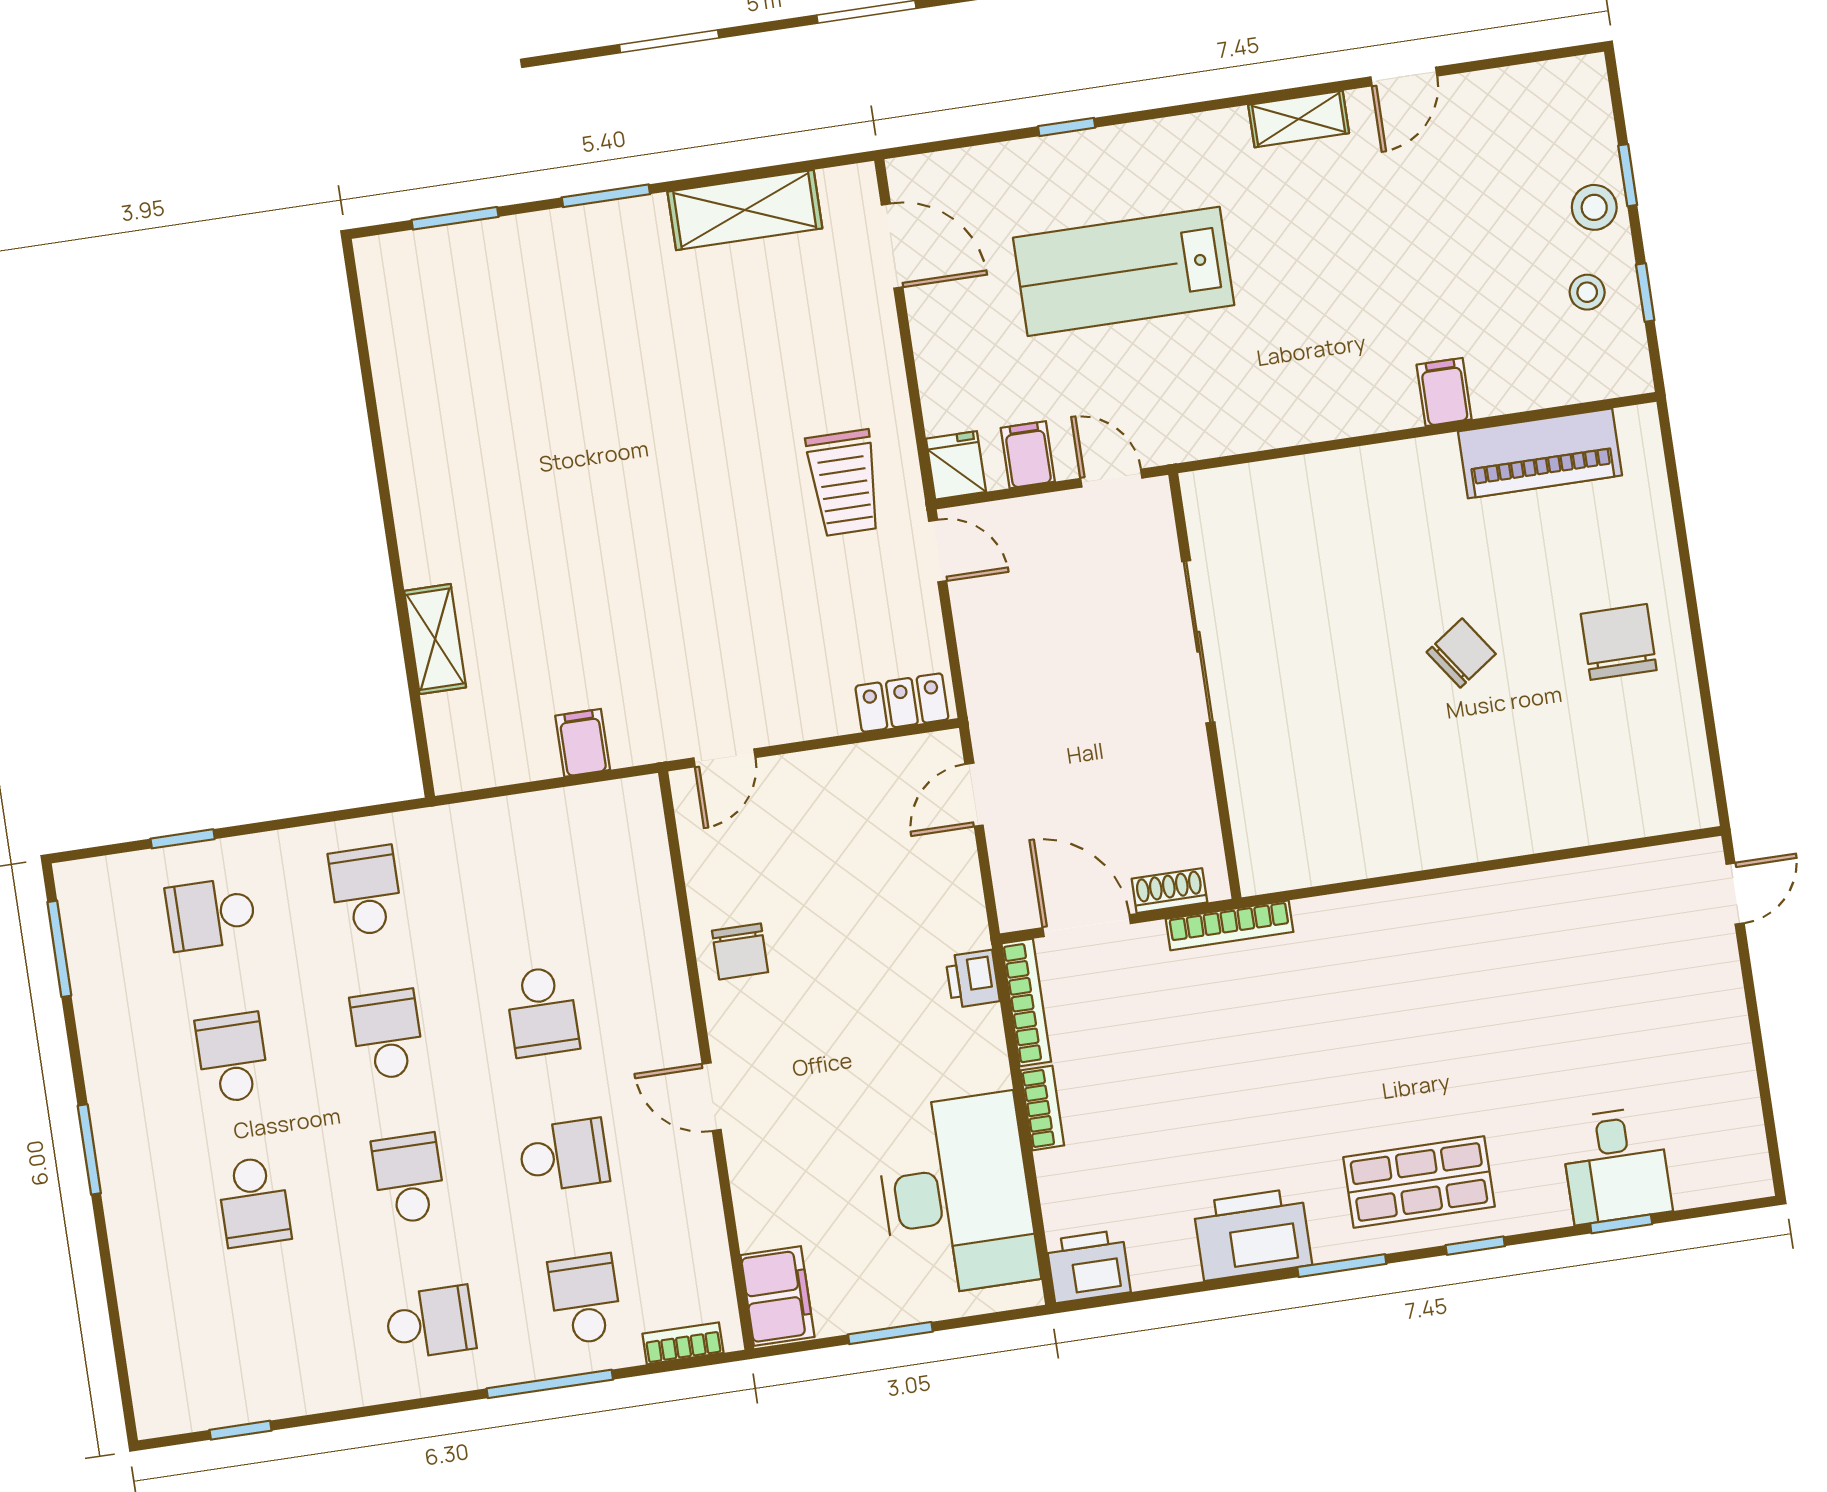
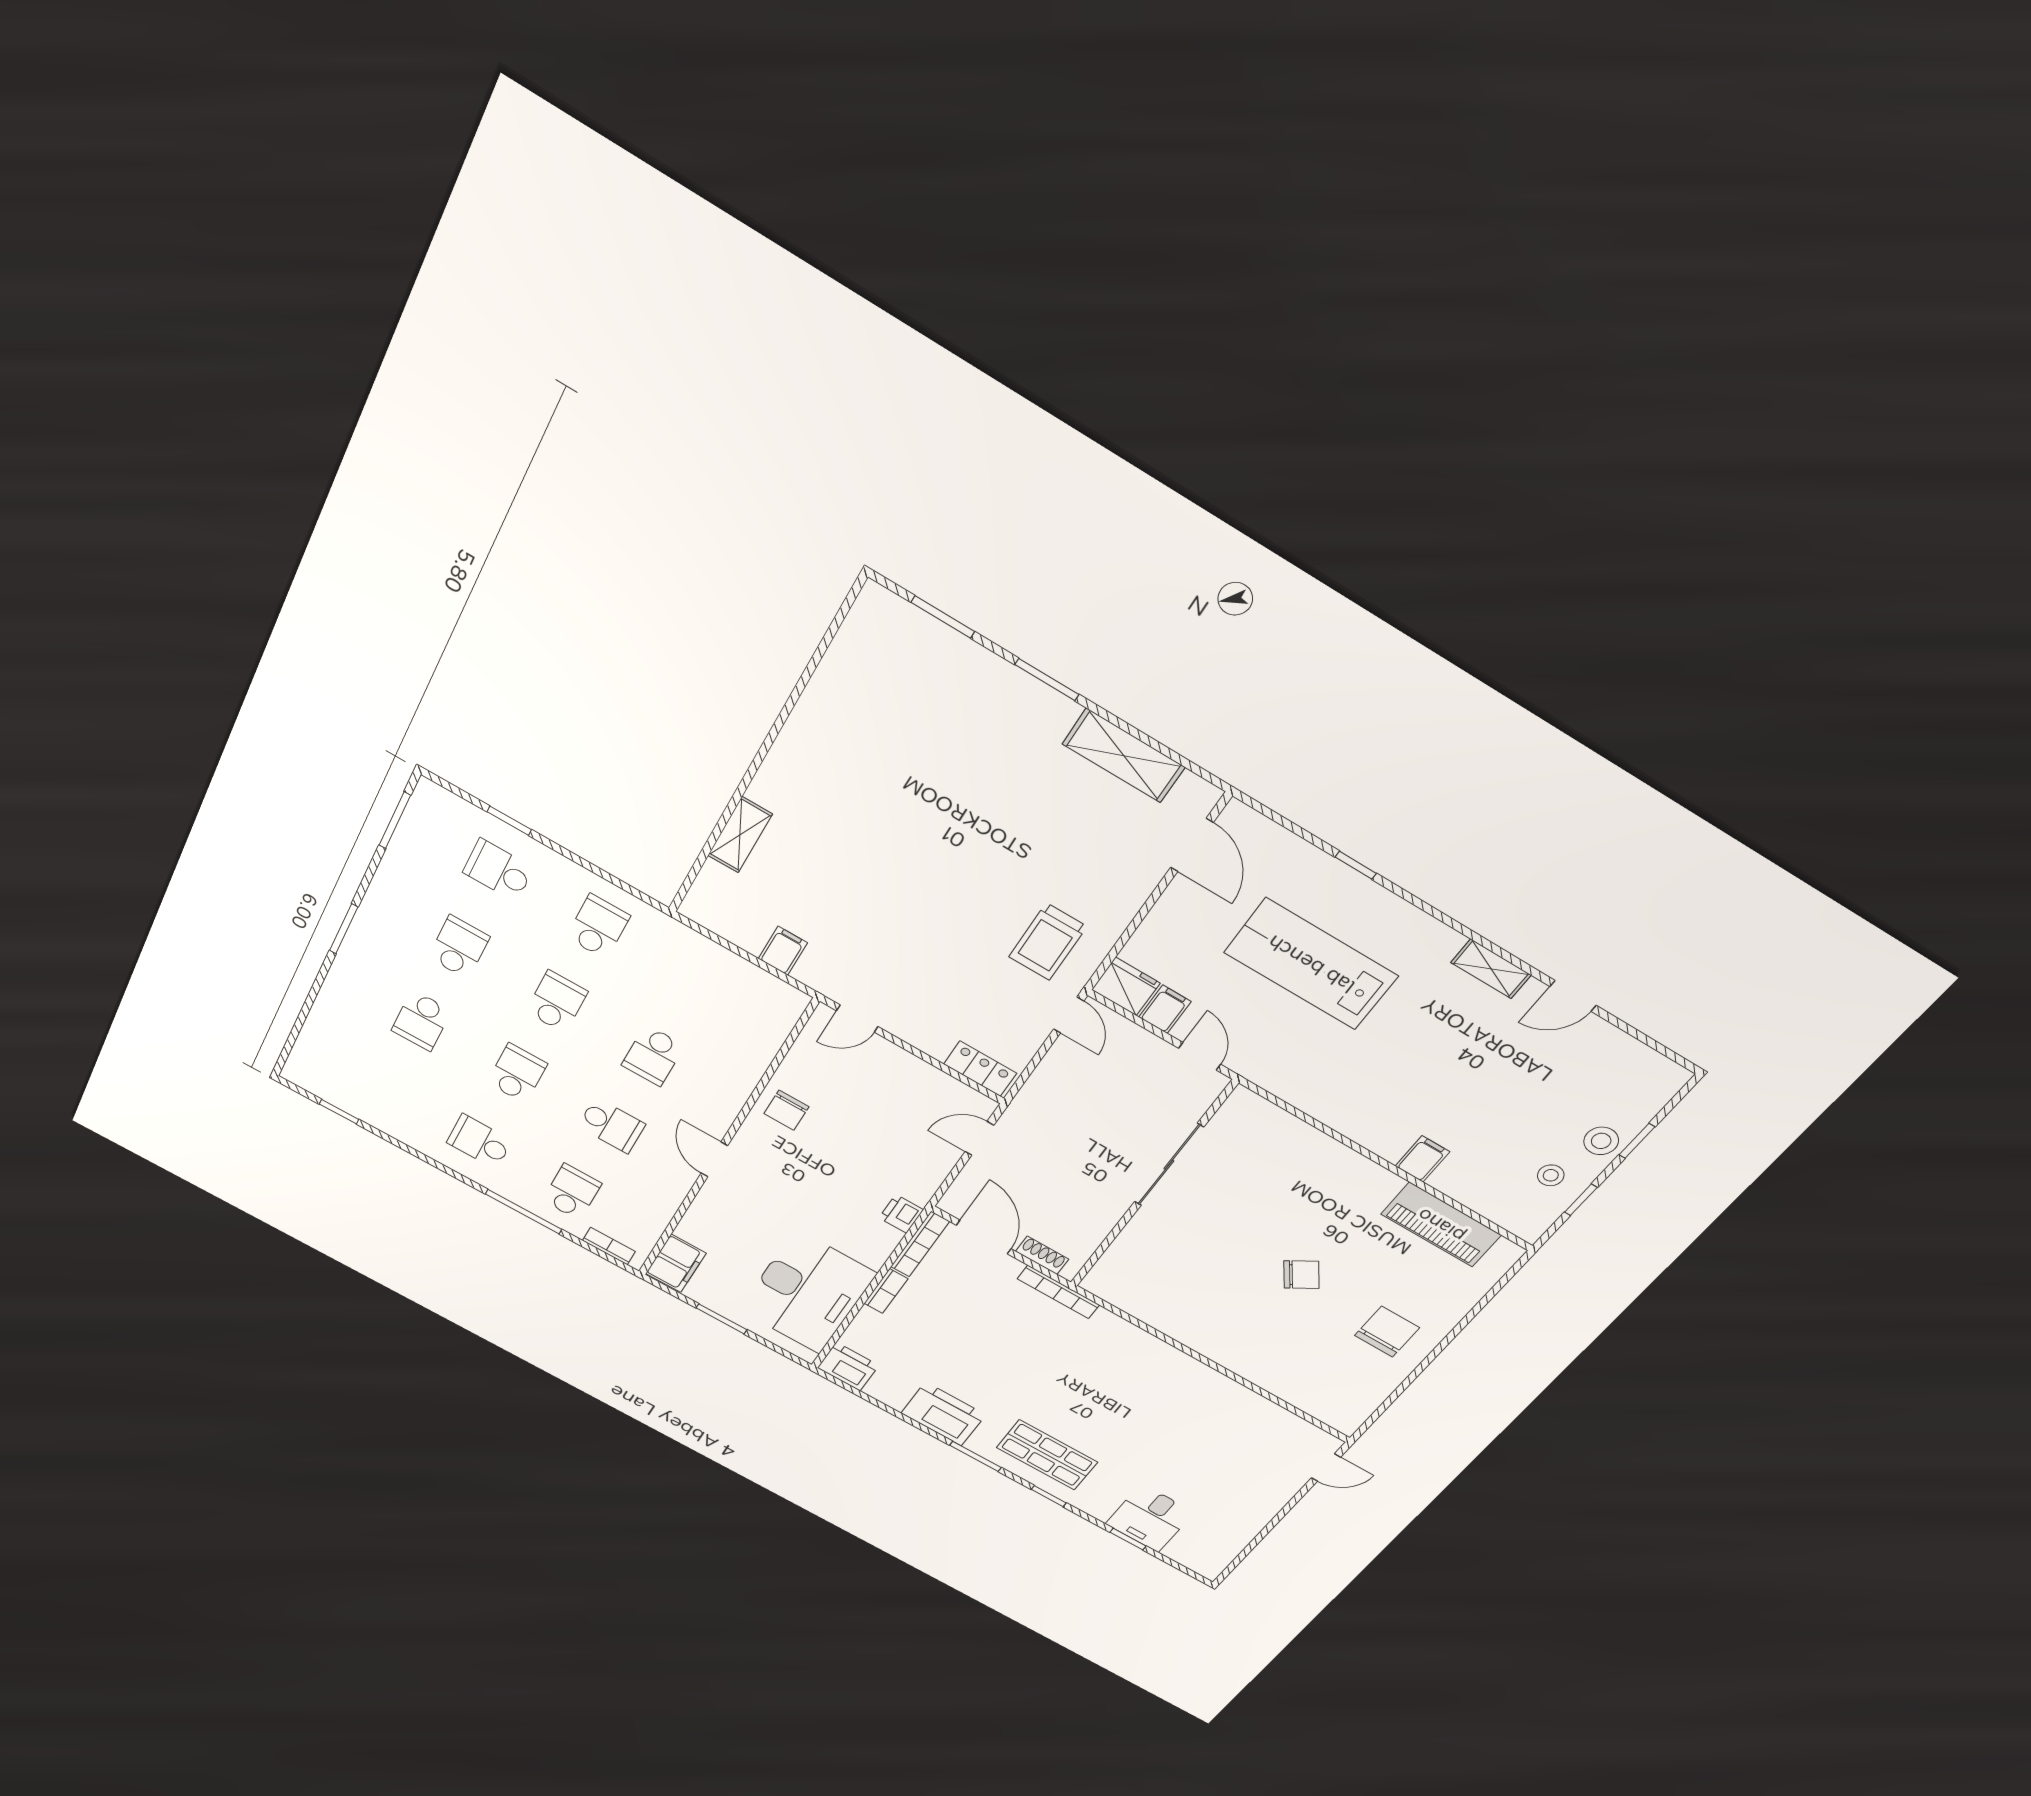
fridge: (956, 465) -> (1126, 986), width x1.38
school desk: (430, 1322) -> (479, 1142), turned 180

